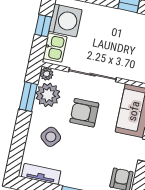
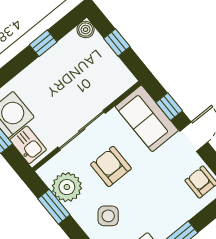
plant: (47, 74) -> (46, 172), removed
armchair: (84, 113) -> (111, 166), turned 90

